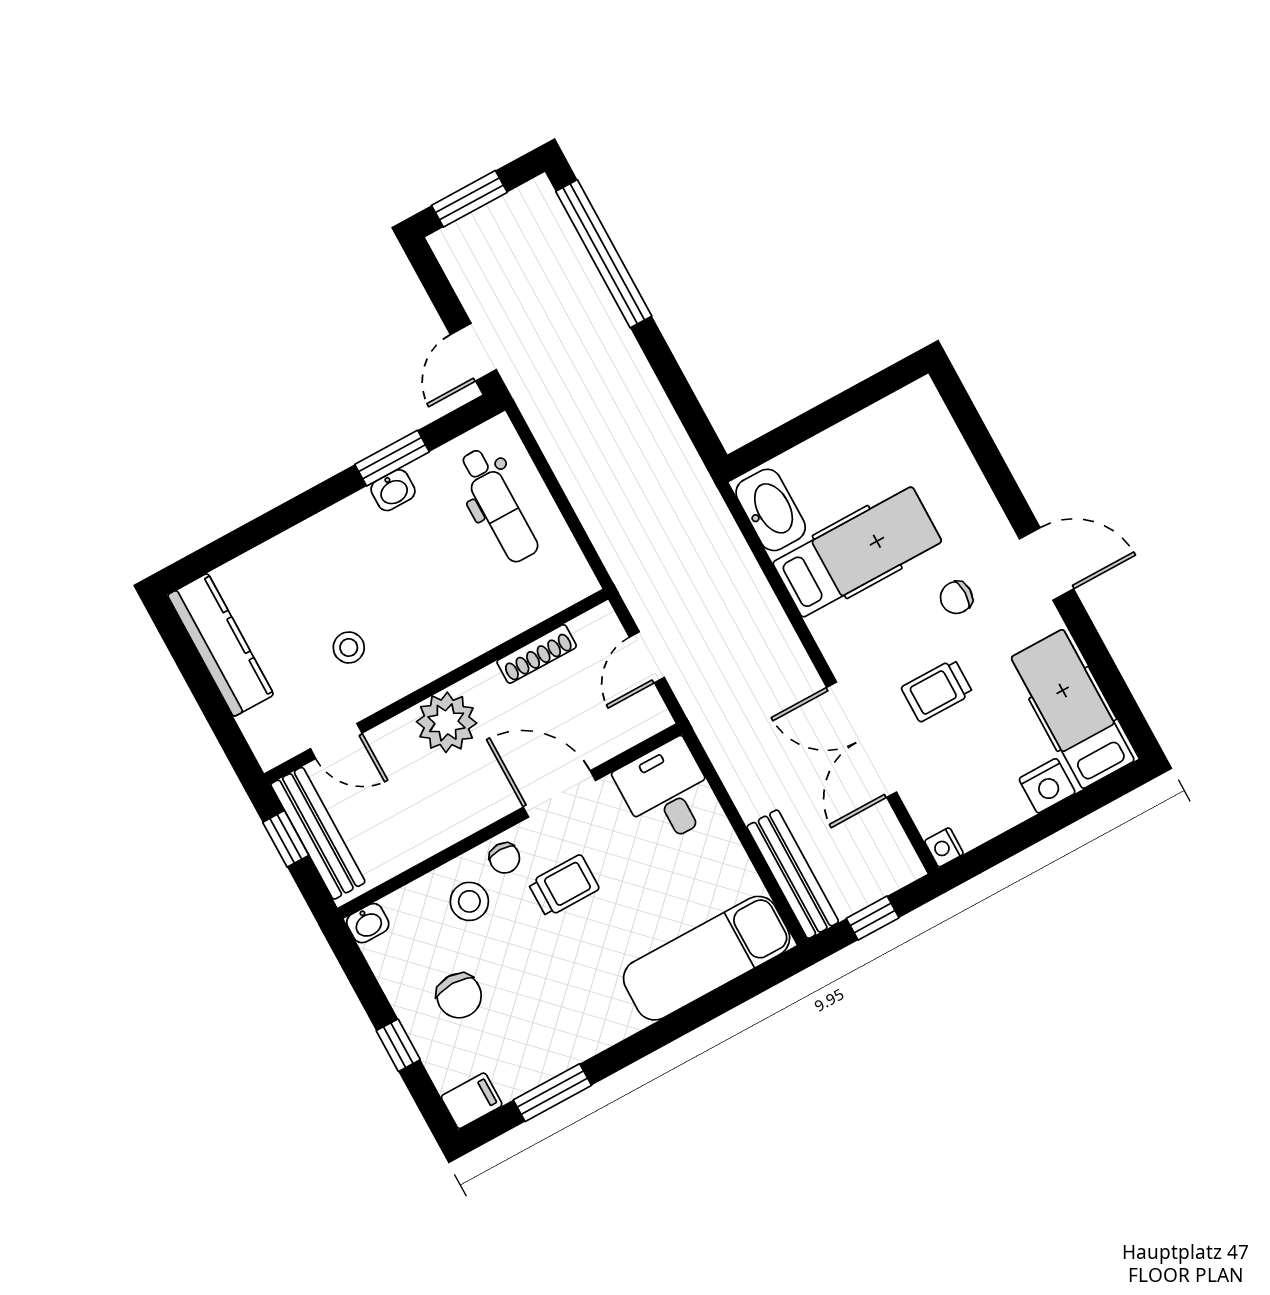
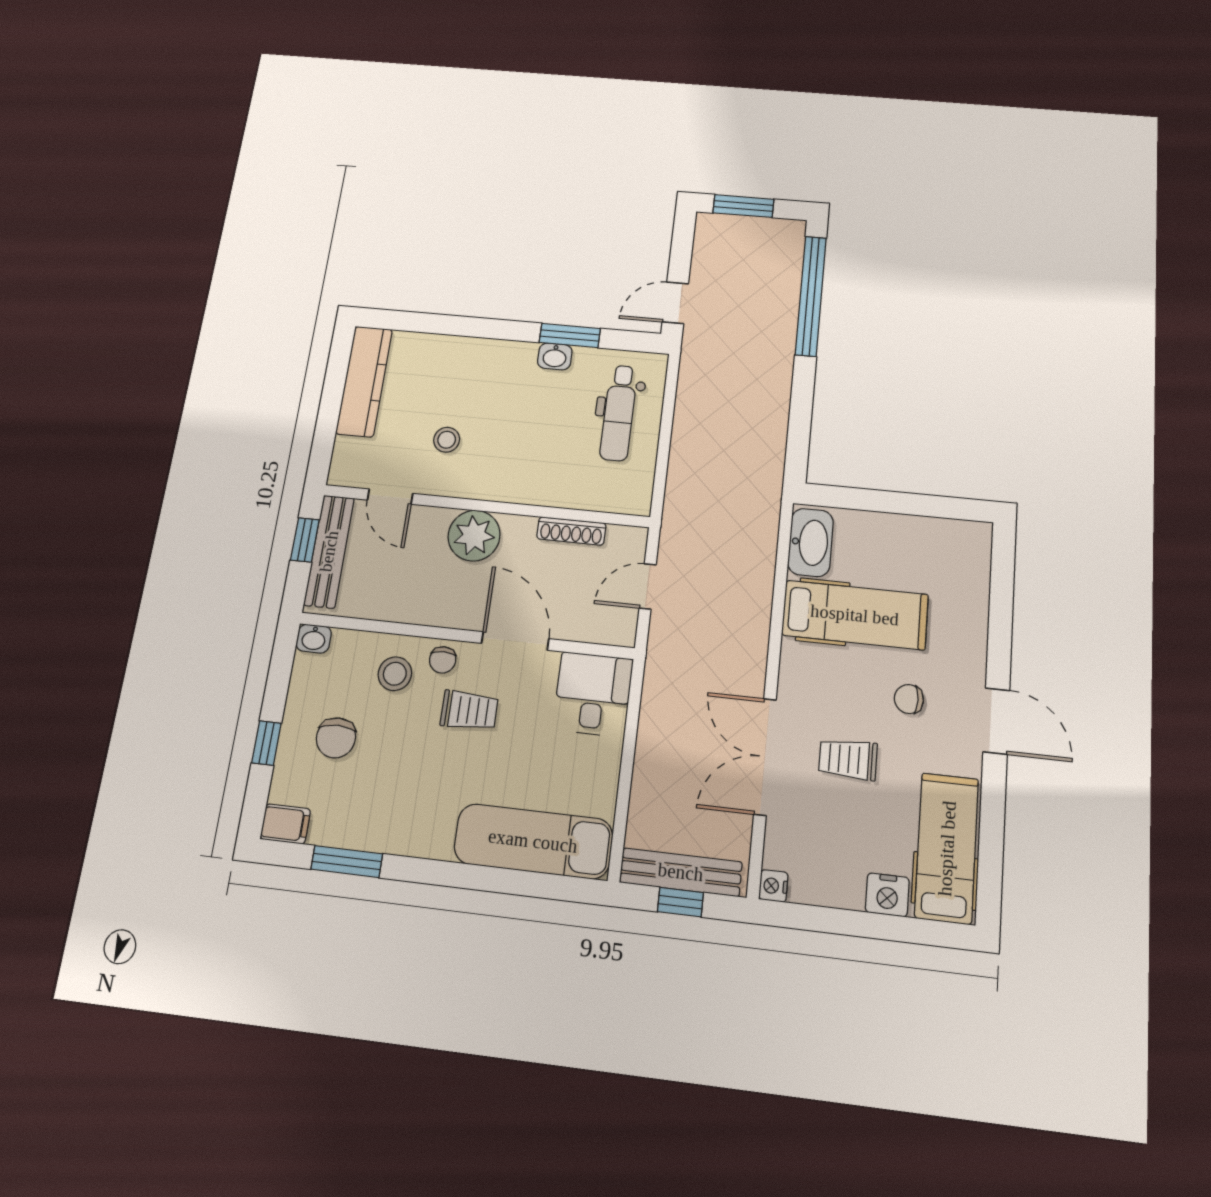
bench: (793, 874) -> (681, 872), moved, turned 90

